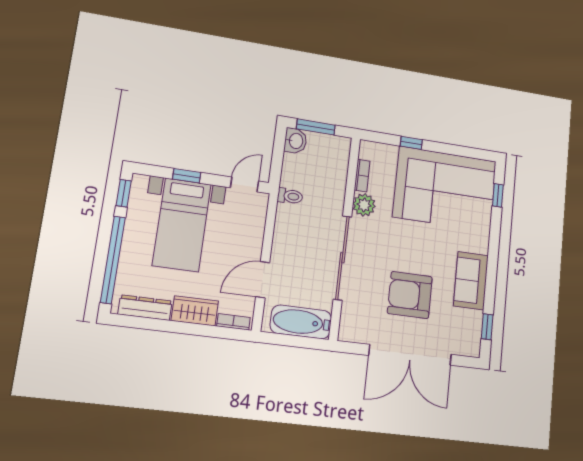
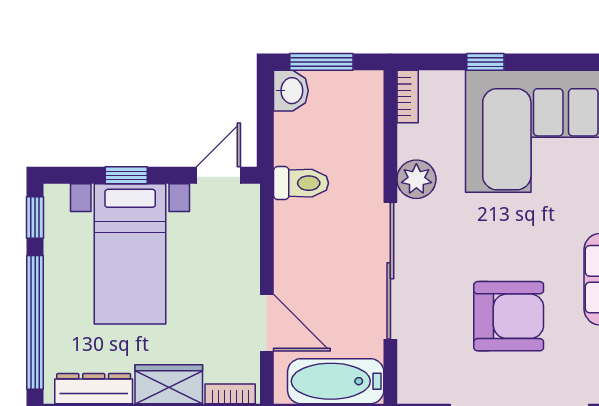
bookcase: (362, 176) -> (408, 97), moved
toilet: (290, 196) -> (301, 183), width x1.37, depth x1.39
door: (263, 280) -> (267, 323), swing flipped
armchair: (410, 295) -> (509, 316), turned 180

